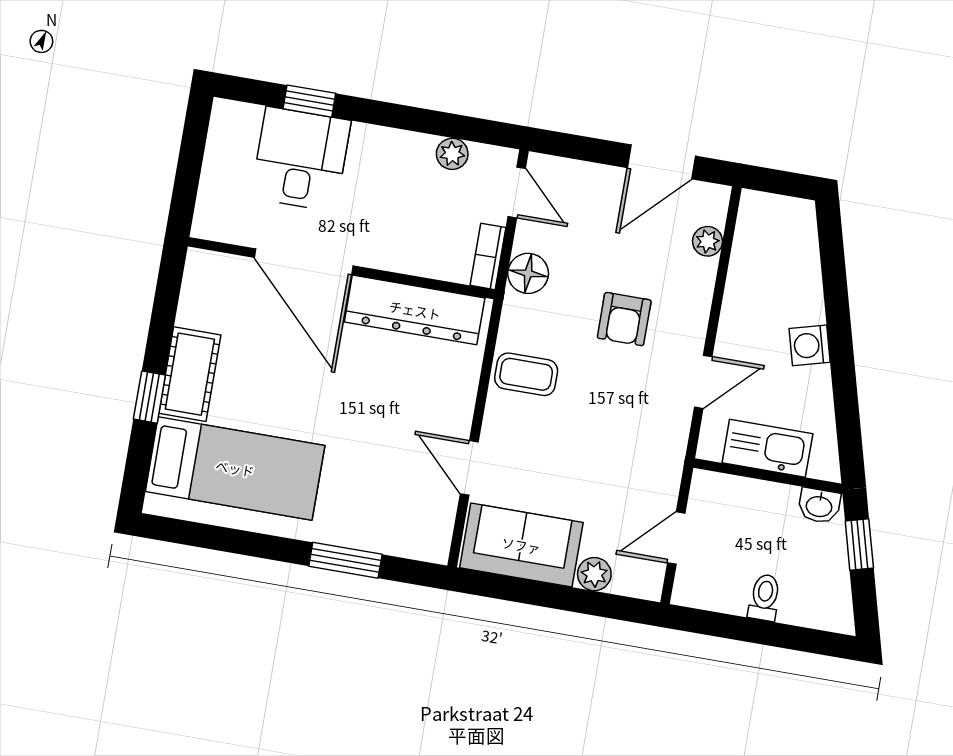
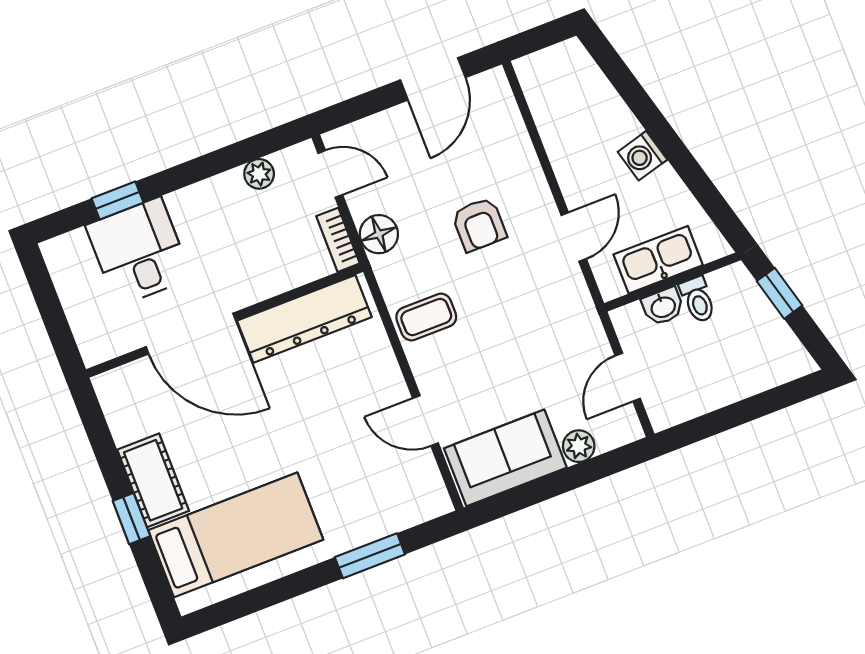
plant: (708, 241) -> (509, 121), removed
washbasin: (819, 506) -> (663, 306), moved
toilet: (764, 597) -> (698, 300), moved, turned 180

